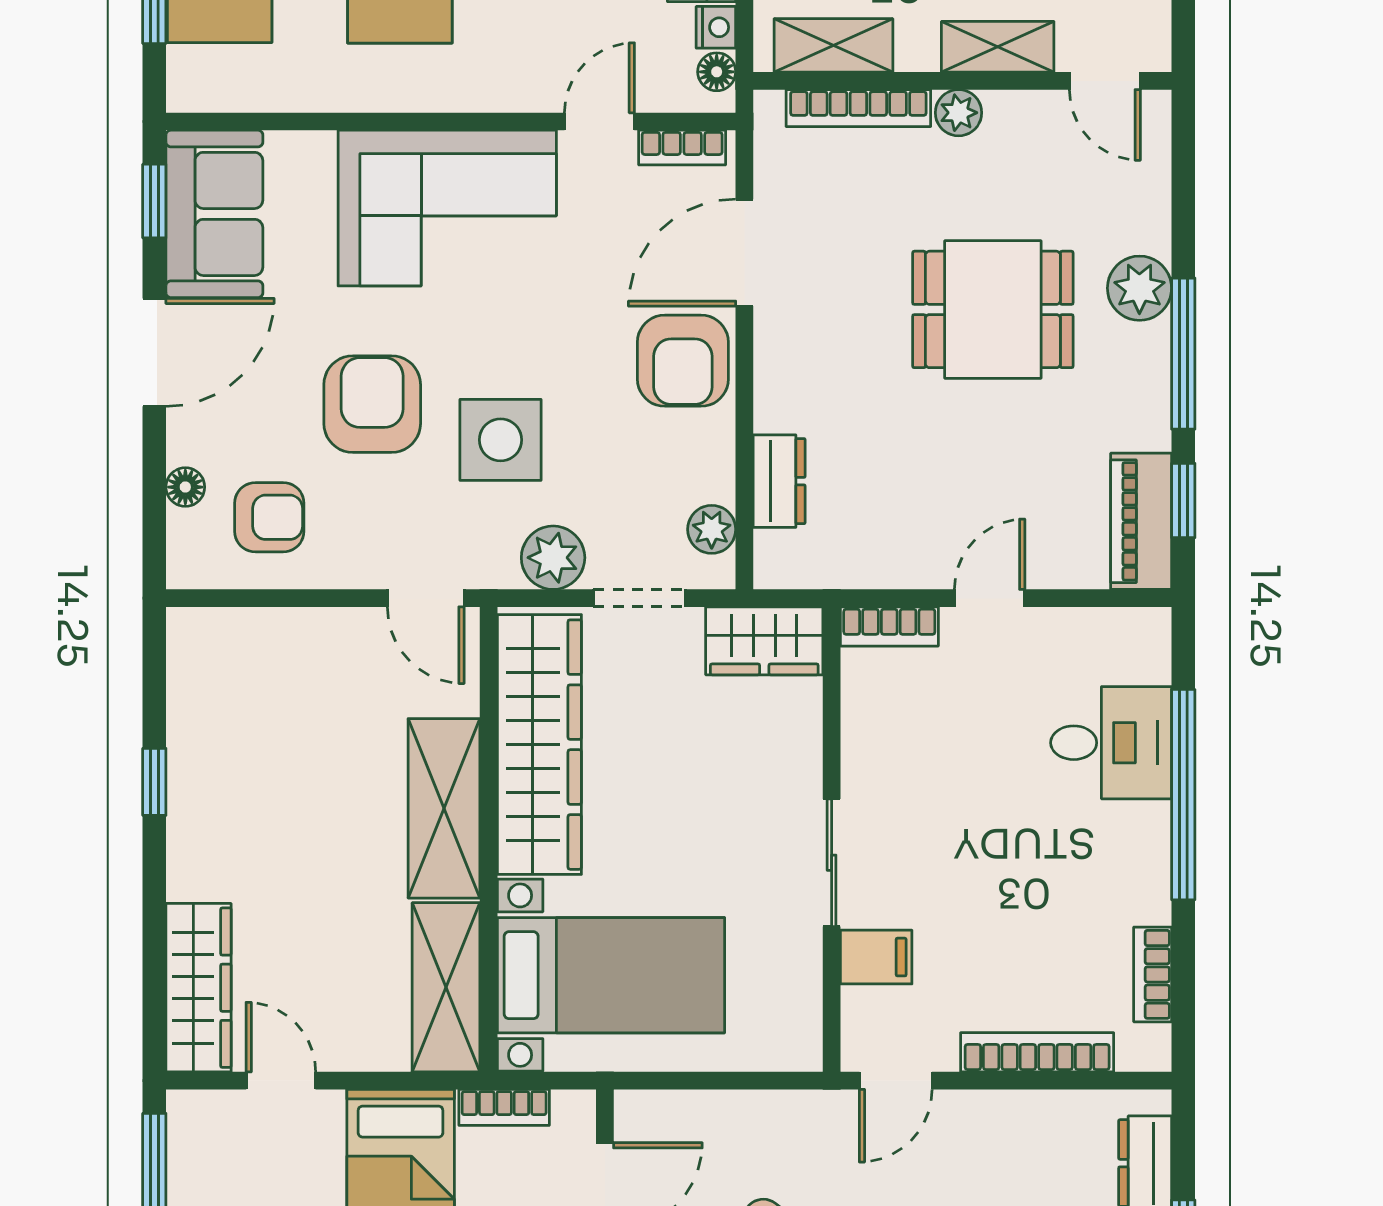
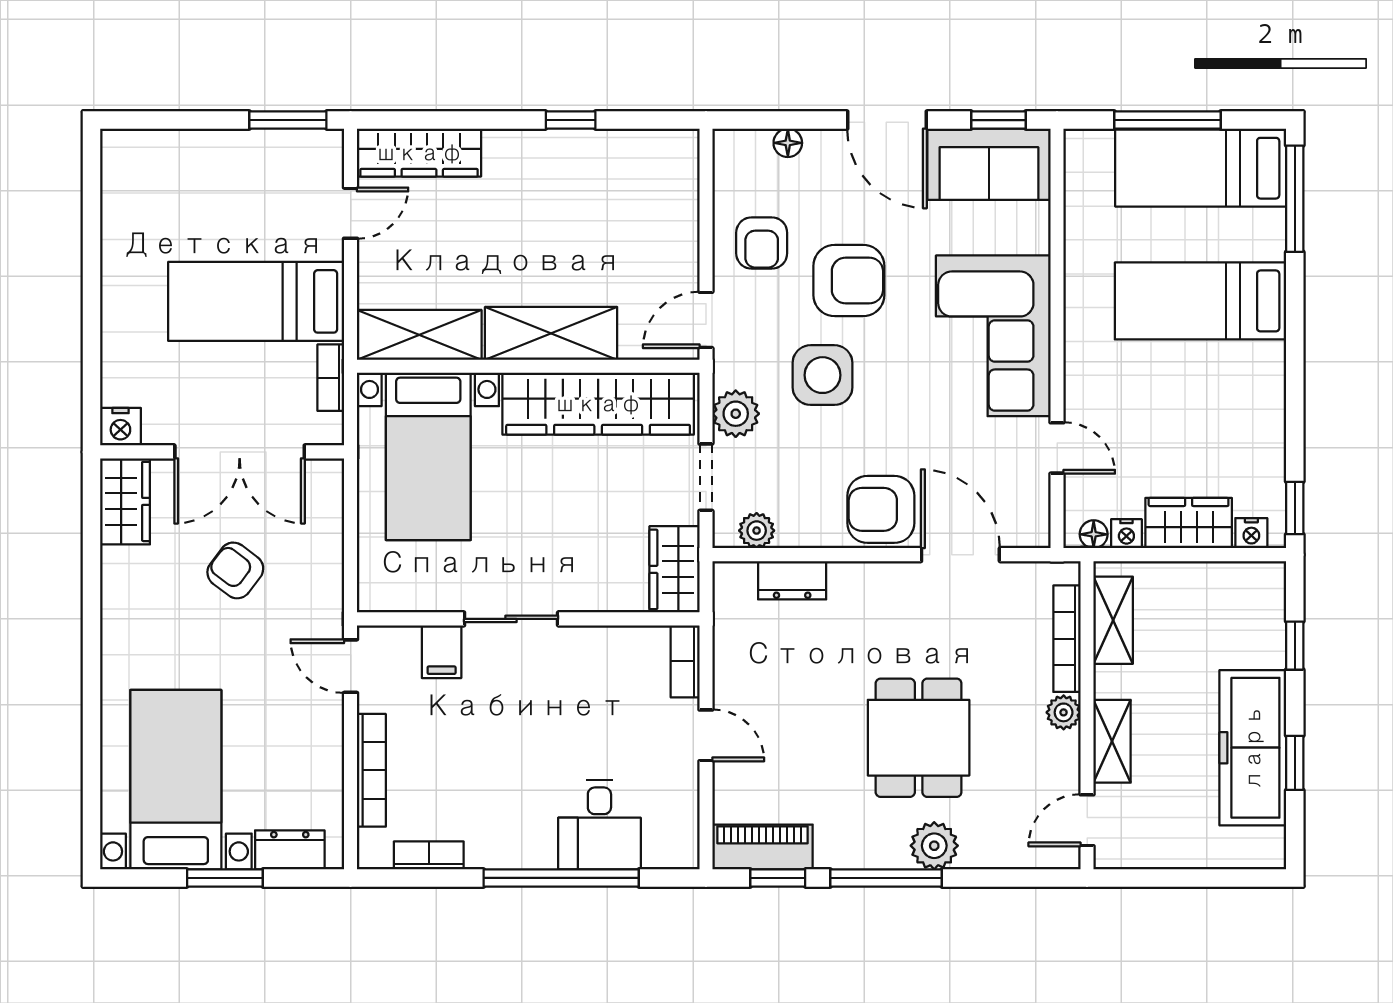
bookcase: (682, 148) -> (1038, 509), removed
armchair: (269, 517) -> (762, 243), moved

